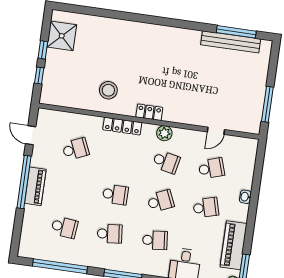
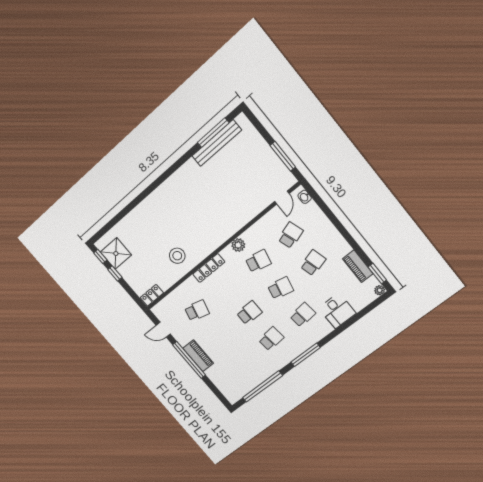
window: (39, 75) -> (100, 256), moved
locker: (149, 112) -> (152, 295), moved
door: (216, 131) -> (282, 198), moved
school desk: (76, 149) -> (197, 311), turned 39
washbasin: (245, 197) -> (305, 197), moved
school desk: (161, 201) -> (281, 288), turned 36
school desk: (64, 227) -> (240, 362), removed
piano: (233, 245) -> (358, 266), width x0.73, depth x0.75

